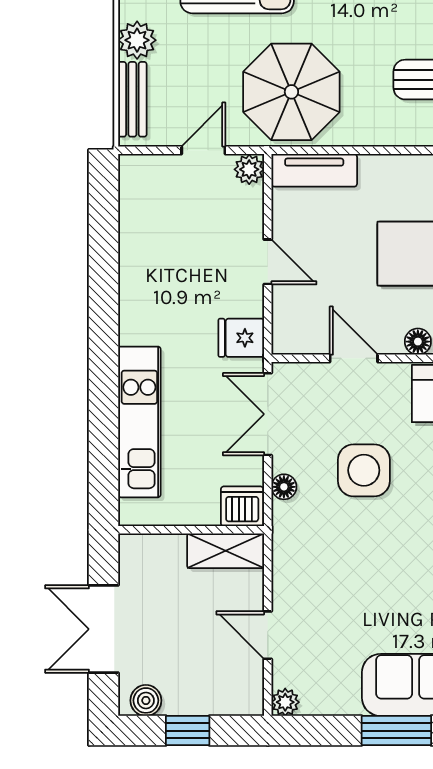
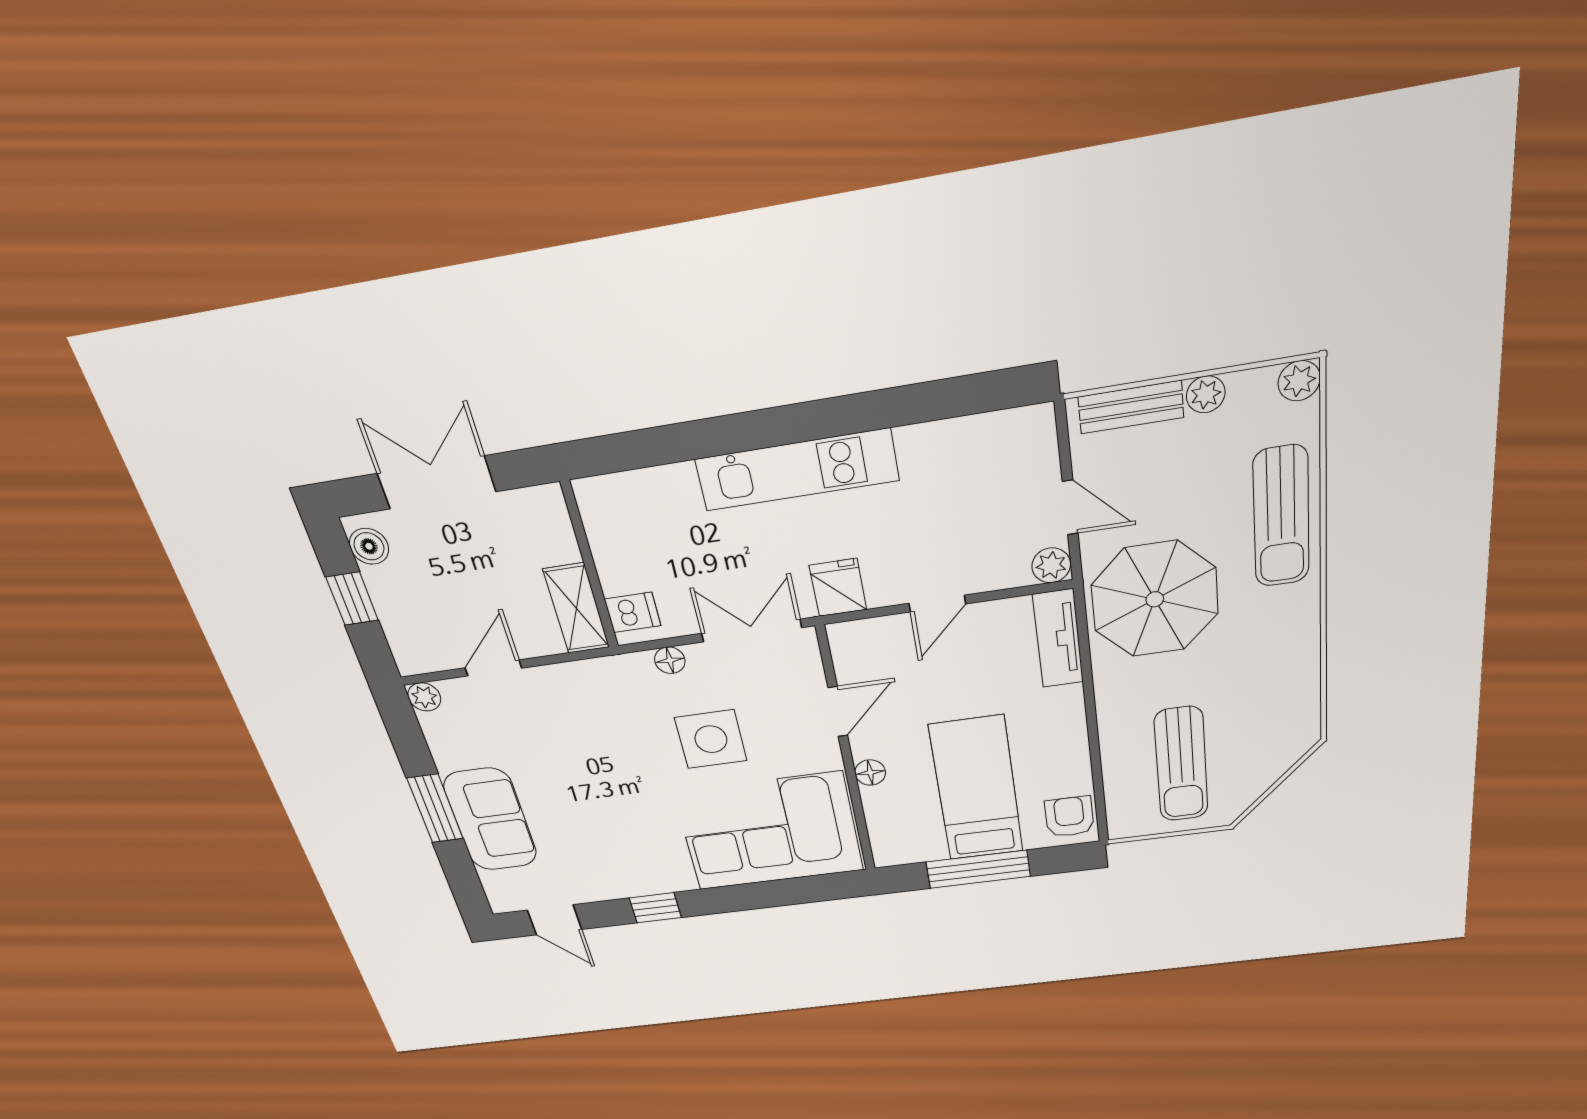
plant: (137, 40) -> (1206, 394), width x0.73, depth x0.73
kitchen unit: (139, 422) -> (797, 470), moved
dishwasher: (242, 506) -> (633, 612), width x0.73

